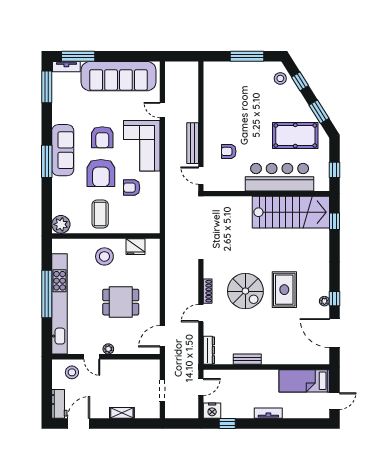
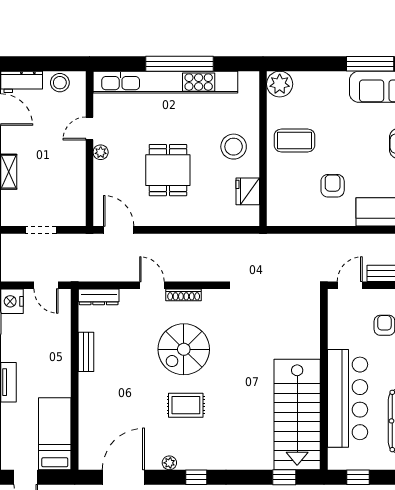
armchair: (101, 173) -> (354, 142), removed
rug: (284, 290) -> (186, 405), width x0.73, depth x0.70
window: (334, 299) -> (196, 477), moved
stool: (72, 372) -> (60, 83), moved

